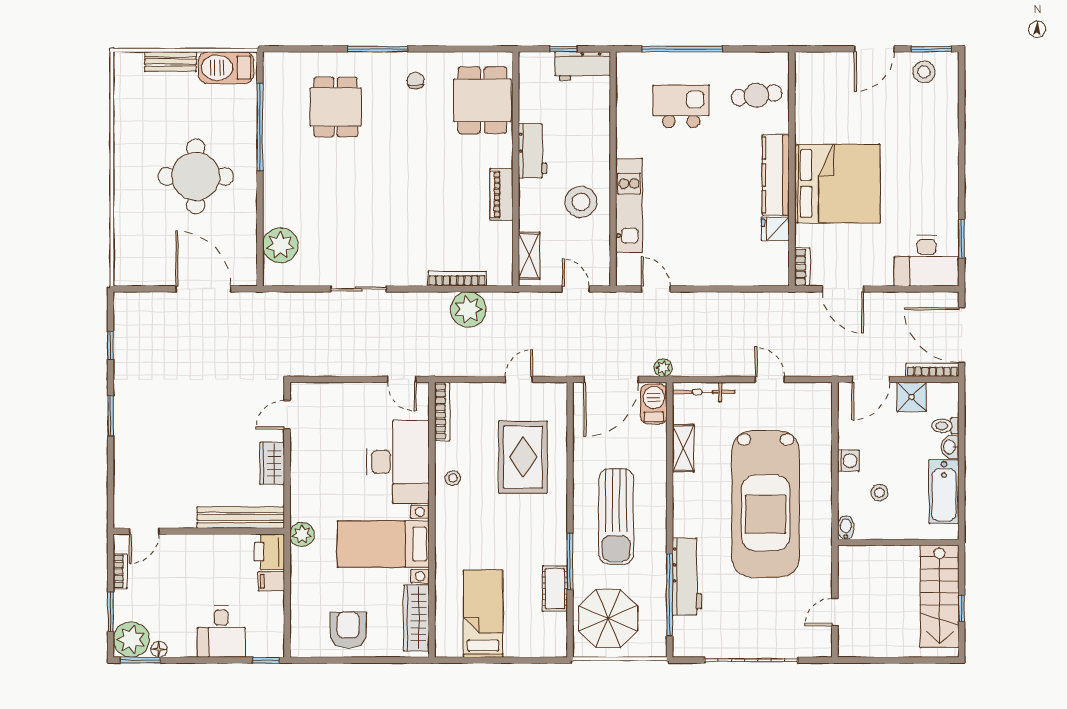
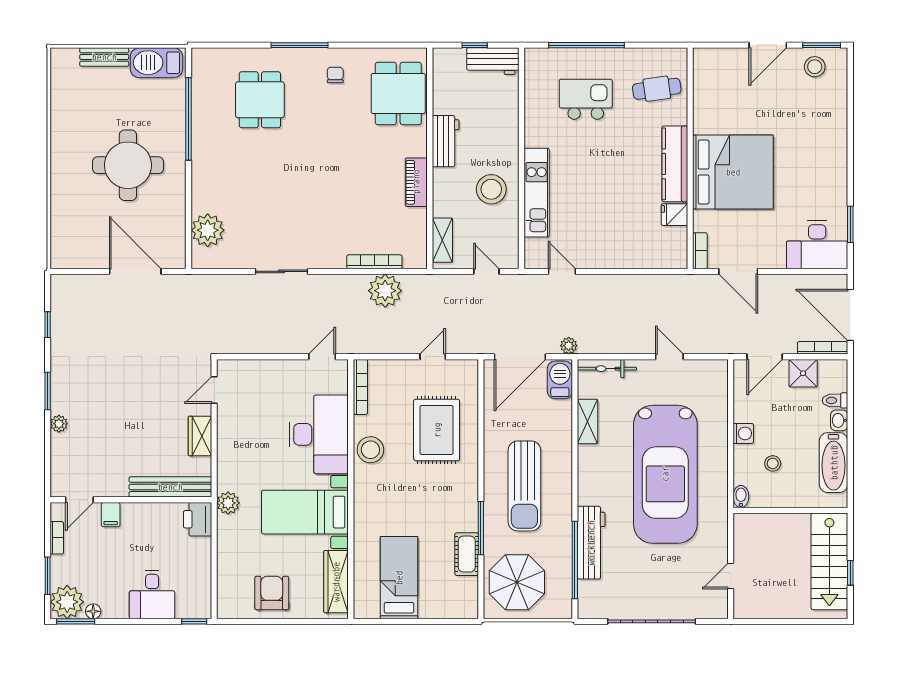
door: (402, 379) -> (322, 357), swing flipped
plant: (122, 450) -> (59, 424), added
stool: (453, 478) -> (370, 450), width x1.89, depth x1.89
filing cabinet: (271, 581) -> (111, 515), moved, turned -90

